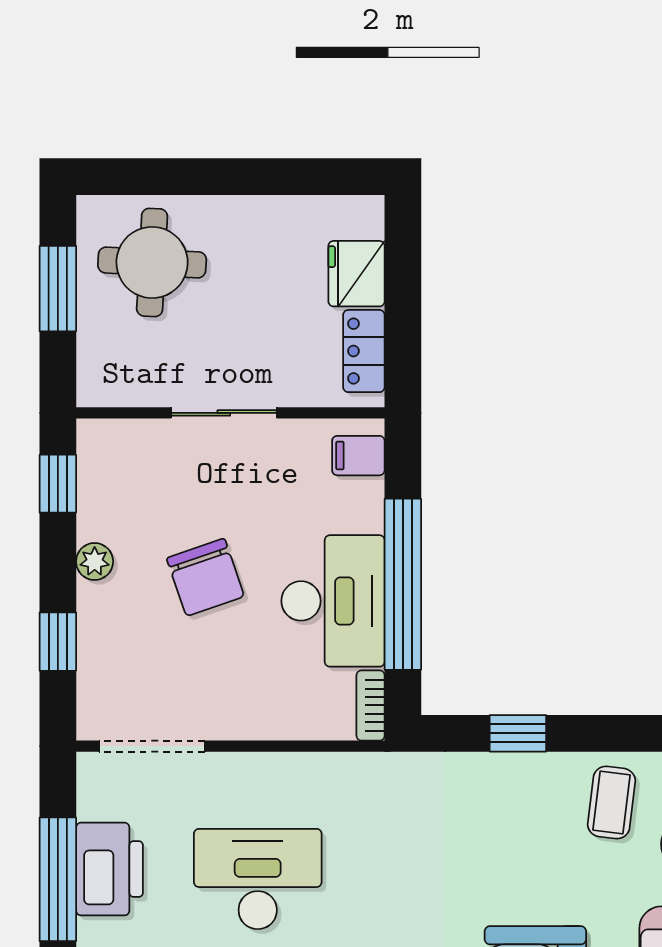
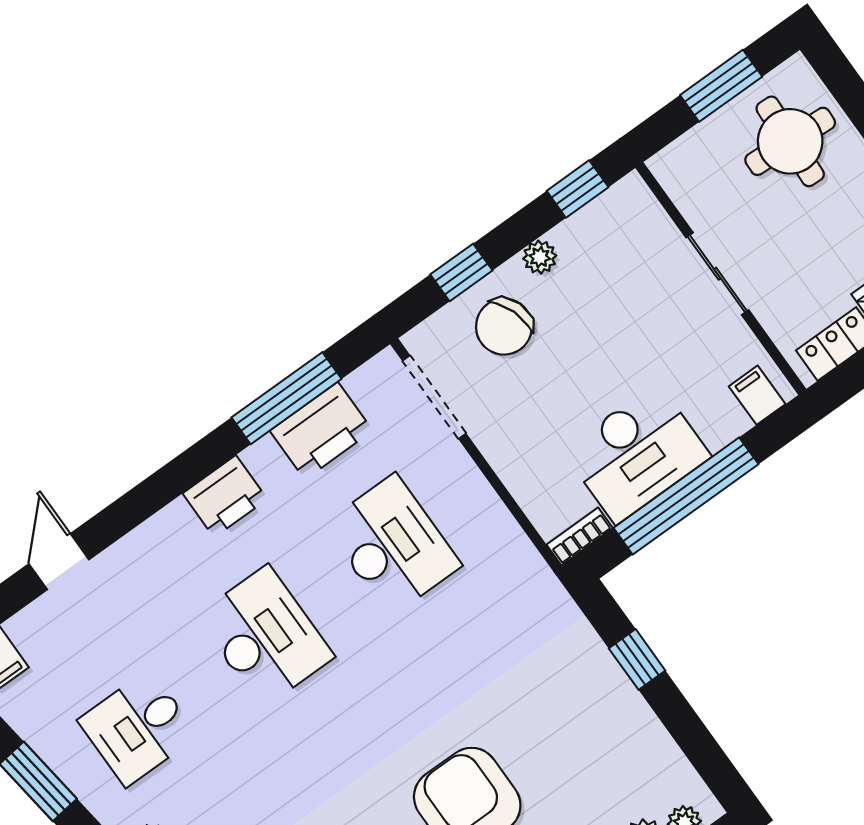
chair: (205, 577) -> (504, 327), moved
coffee table: (611, 803) -> (636, 765), removed

